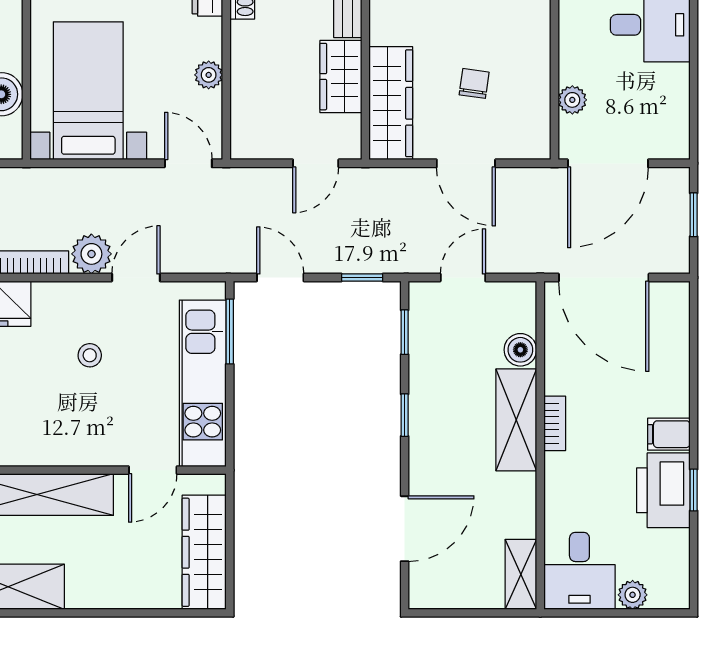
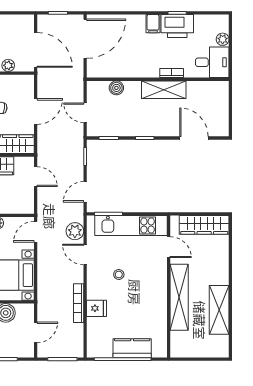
plant: (91, 254) -> (75, 231), moved
door: (604, 277) -> (85, 39), moved
shelving: (516, 420) -> (164, 90), moved
bookcase: (555, 423) -> (172, 73), moved
shelving: (521, 574) -> (214, 88), removed

